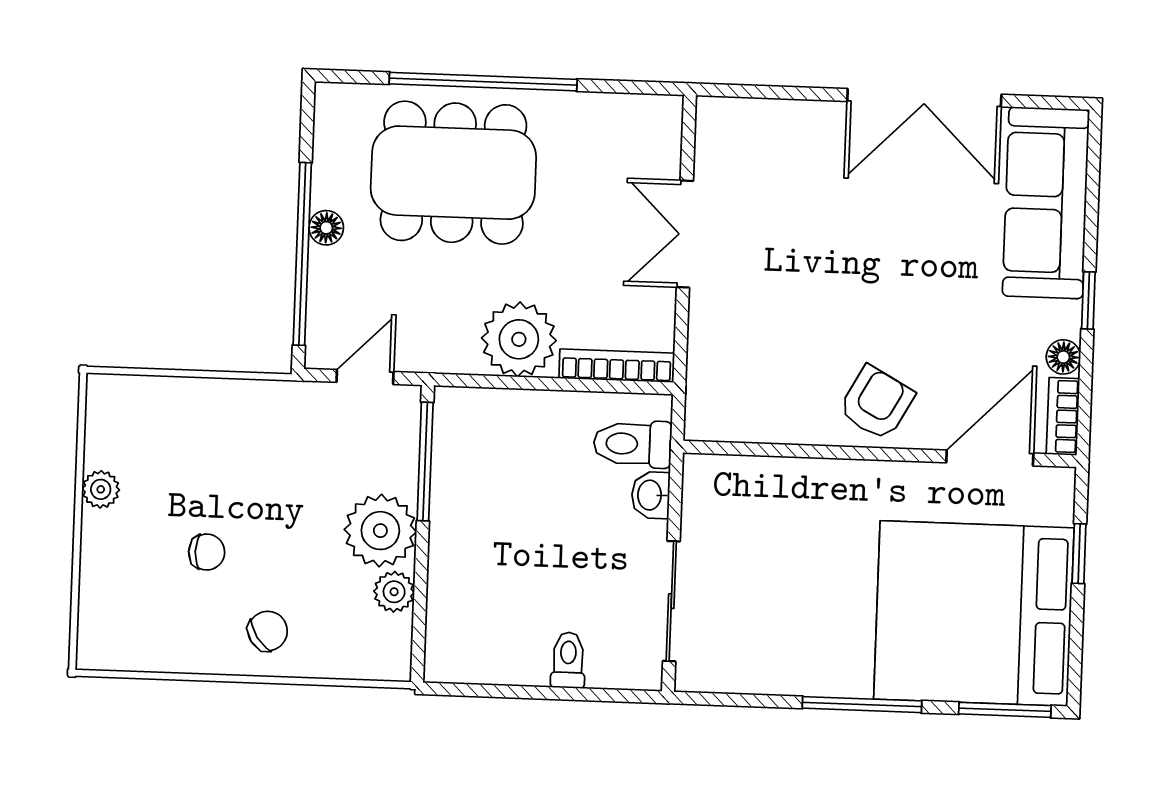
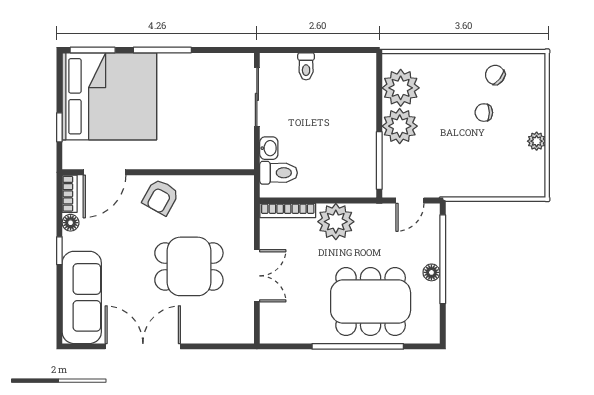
dining table: (823, 258) -> (189, 266), added
plant: (394, 592) -> (401, 88), width x1.87, depth x1.87
chair: (268, 631) -> (495, 75), moved, turned 71

